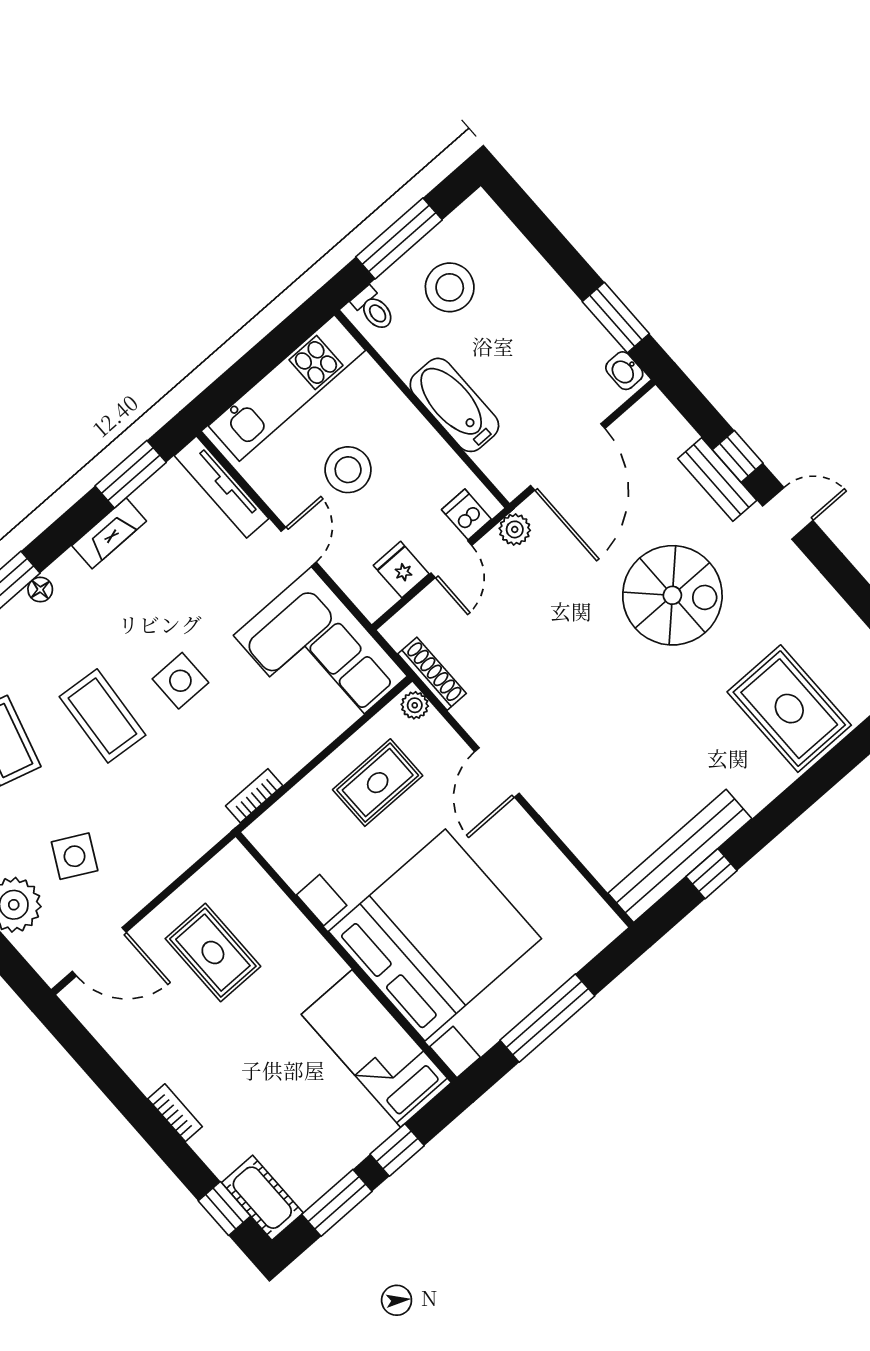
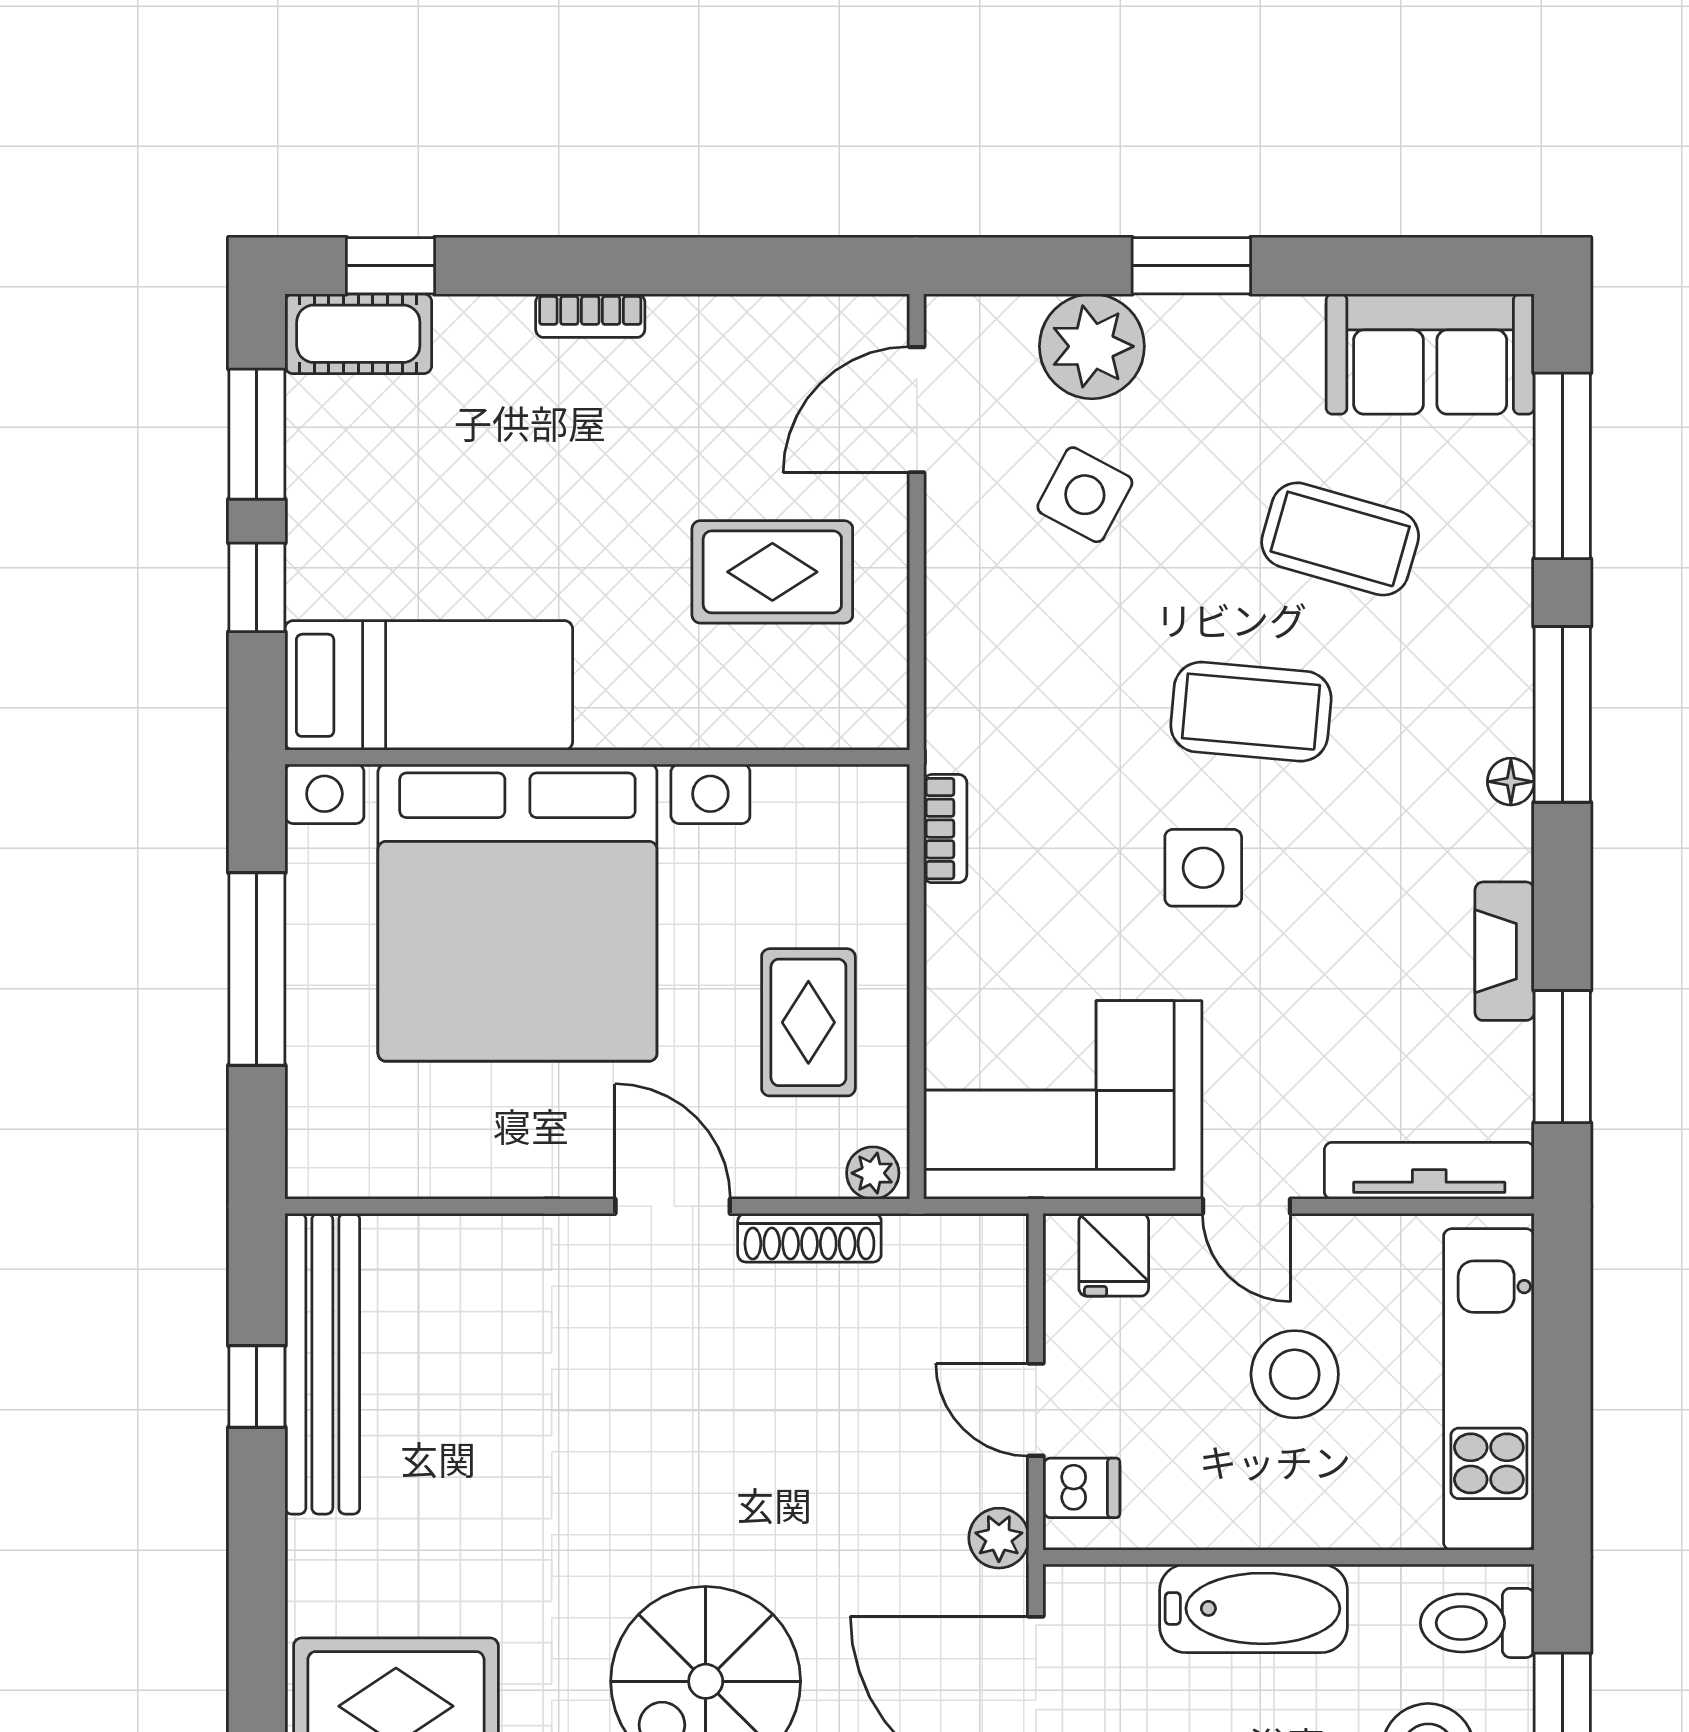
toilet: (374, 309) -> (1477, 1623), width x1.37, depth x1.39
fridge: (401, 570) -> (1114, 1255), moved, turned 90
shoe rack: (432, 674) -> (809, 1238), moved

